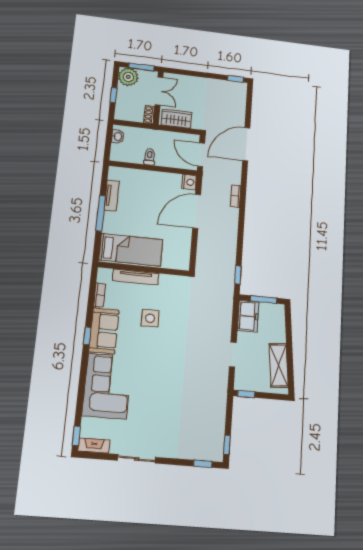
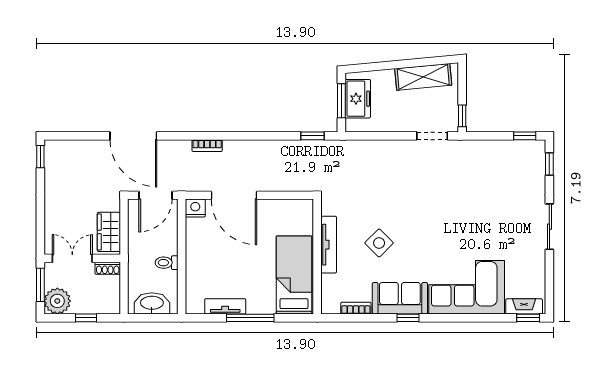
washbasin: (118, 136) -> (152, 303), width x1.91, depth x1.45
tv unit: (136, 277) -> (329, 245), moved
freezer: (248, 316) -> (358, 99), moved, turned 90
side table: (150, 318) -> (379, 243), turned 45
doorway: (233, 354) -> (432, 136), moved
fireplace: (94, 446) -> (524, 306), moved, turned 90
sliding door: (137, 459) -> (549, 227), moved

